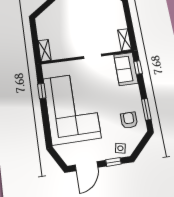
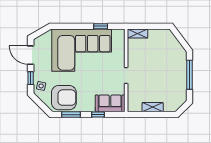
shelving: (125, 40) -> (153, 107), moved
window: (138, 67) -> (98, 115), moved
armchair: (129, 120) -> (64, 98), width x1.88, depth x1.88

